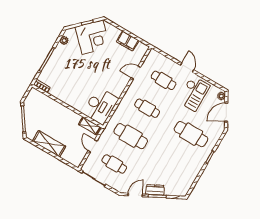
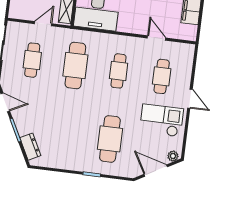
door: (187, 68) -> (190, 99), hinge flipped
checkout: (194, 93) -> (161, 120), turned 180
dresser: (155, 190) -> (30, 147), moved

